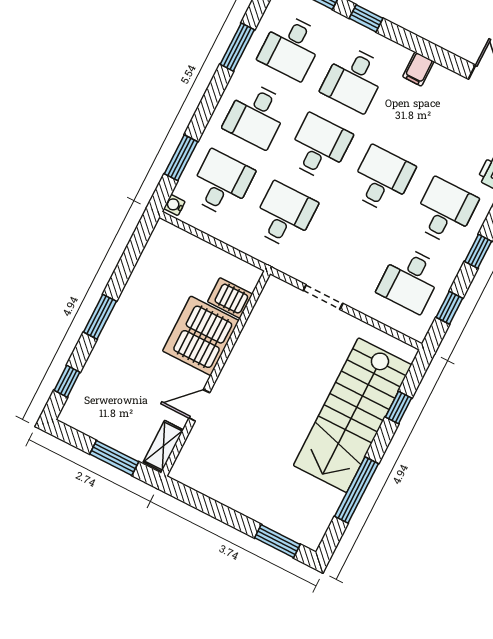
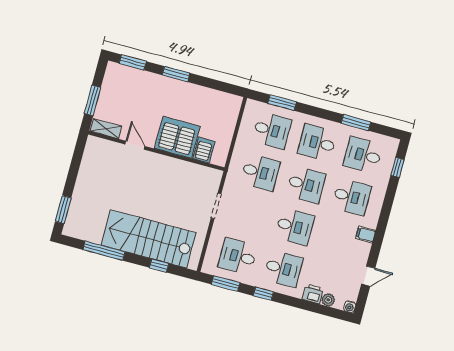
window: (366, 18) -> (390, 197), removed
desk: (354, 79) -> (352, 197), turned 180
water cooler: (174, 205) -> (253, 105), removed
window: (449, 308) -> (226, 284), width x1.50
window: (67, 381) -> (133, 62), width x1.50

